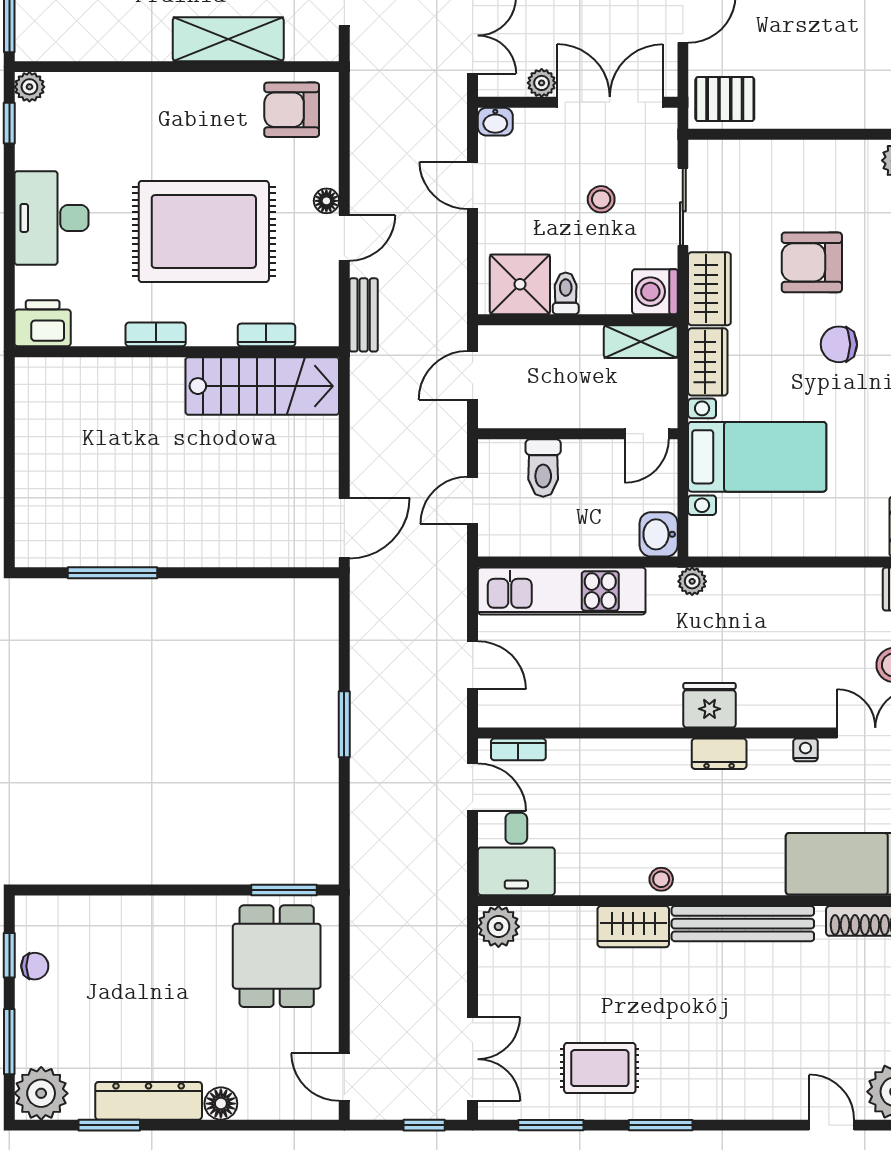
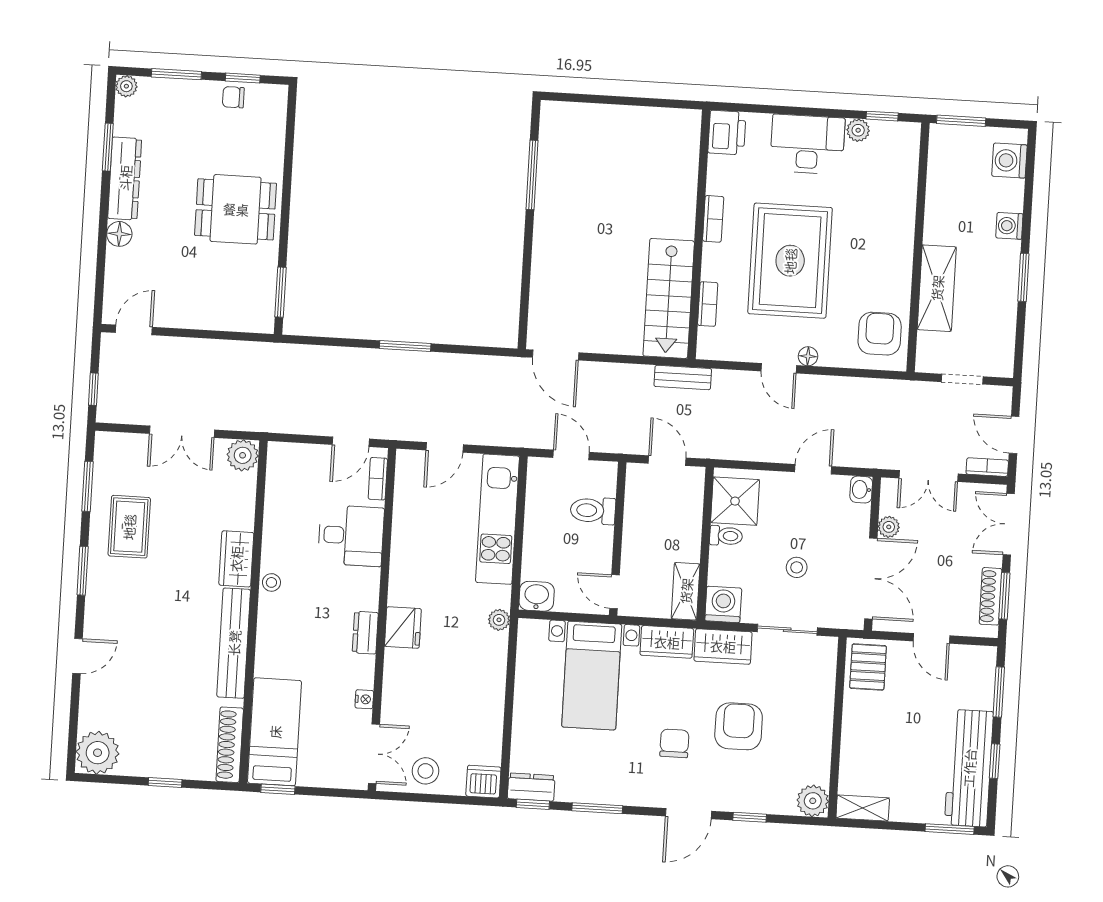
plant: (29, 87) -> (858, 130), moved
bench: (364, 315) -> (683, 377), moved
desk: (516, 854) -> (351, 536), moved, turned 180
dining table: (277, 956) -> (236, 209), moved
chair: (35, 966) -> (233, 97), turned 90
double door: (473, 1059) -> (182, 432), moved
plant: (41, 1093) -> (126, 86), width x0.53, depth x0.53
door: (832, 1125) -> (78, 656), moved

